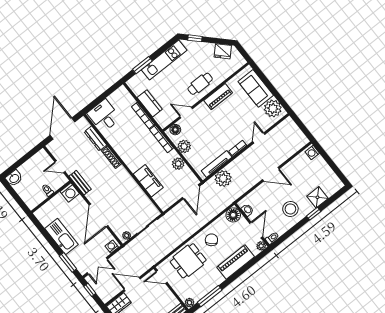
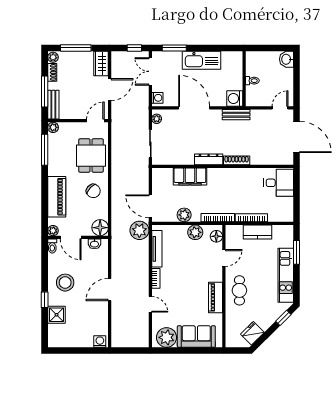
dresser: (95, 138) -> (209, 159), moved
door: (60, 167) -> (280, 108), moved
plant: (223, 178) -> (139, 230), moved

